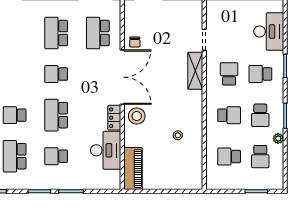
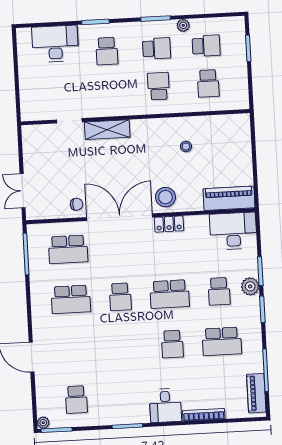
school desk: (229, 74) -> (109, 89), removed
desk: (106, 150) -> (233, 231), moved
plant: (59, 182) -> (250, 286), added

